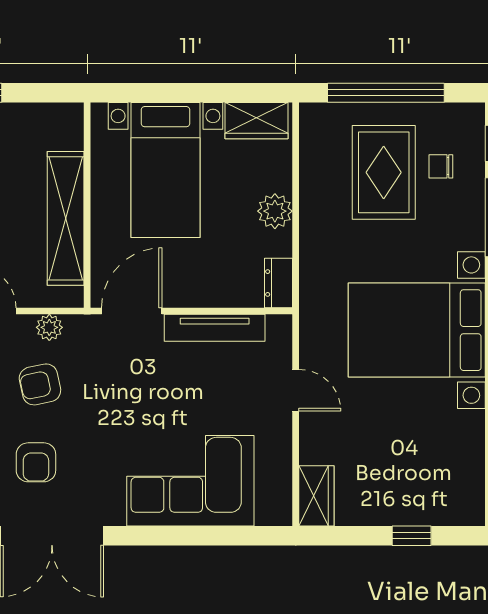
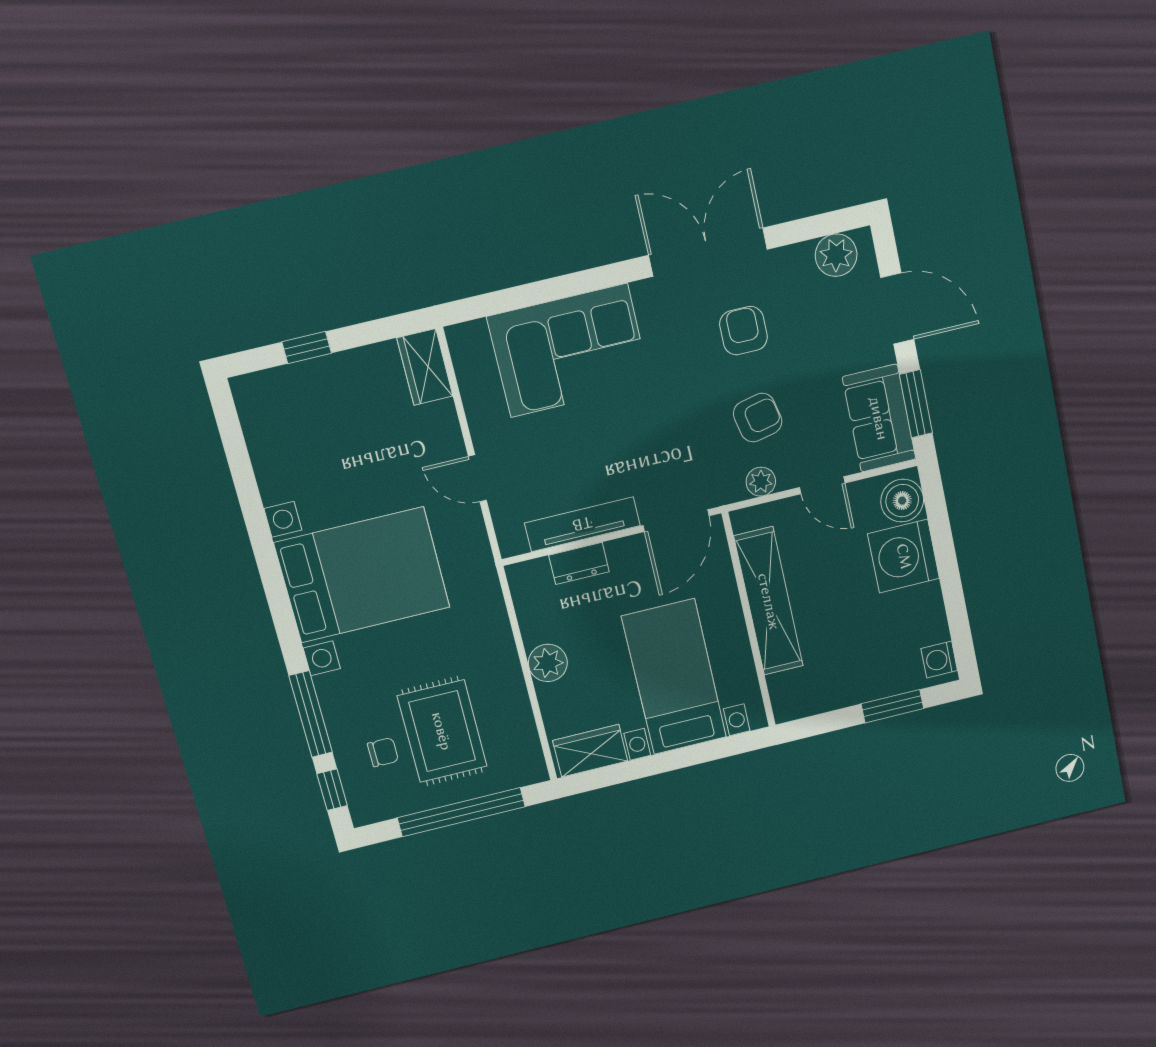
dresser: (279, 283) -> (579, 563), moved, turned 90

